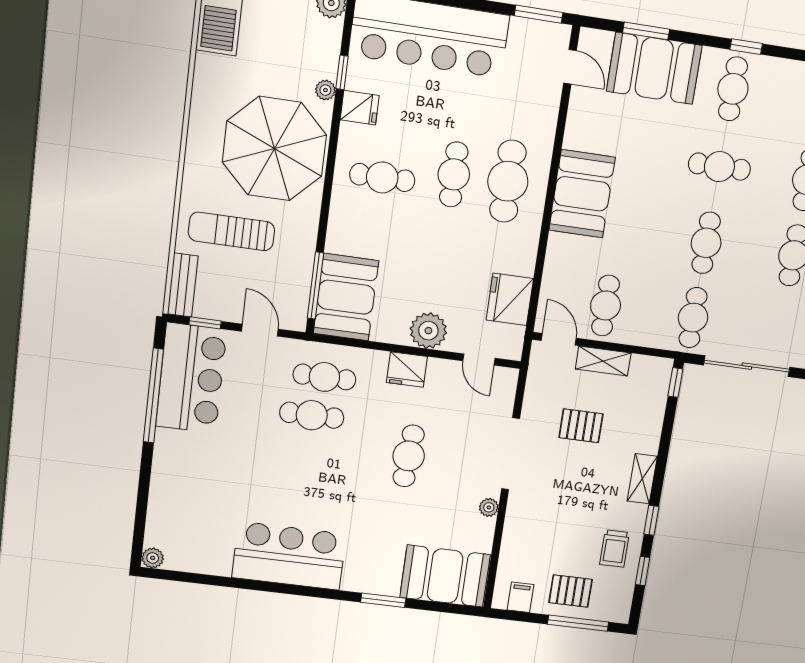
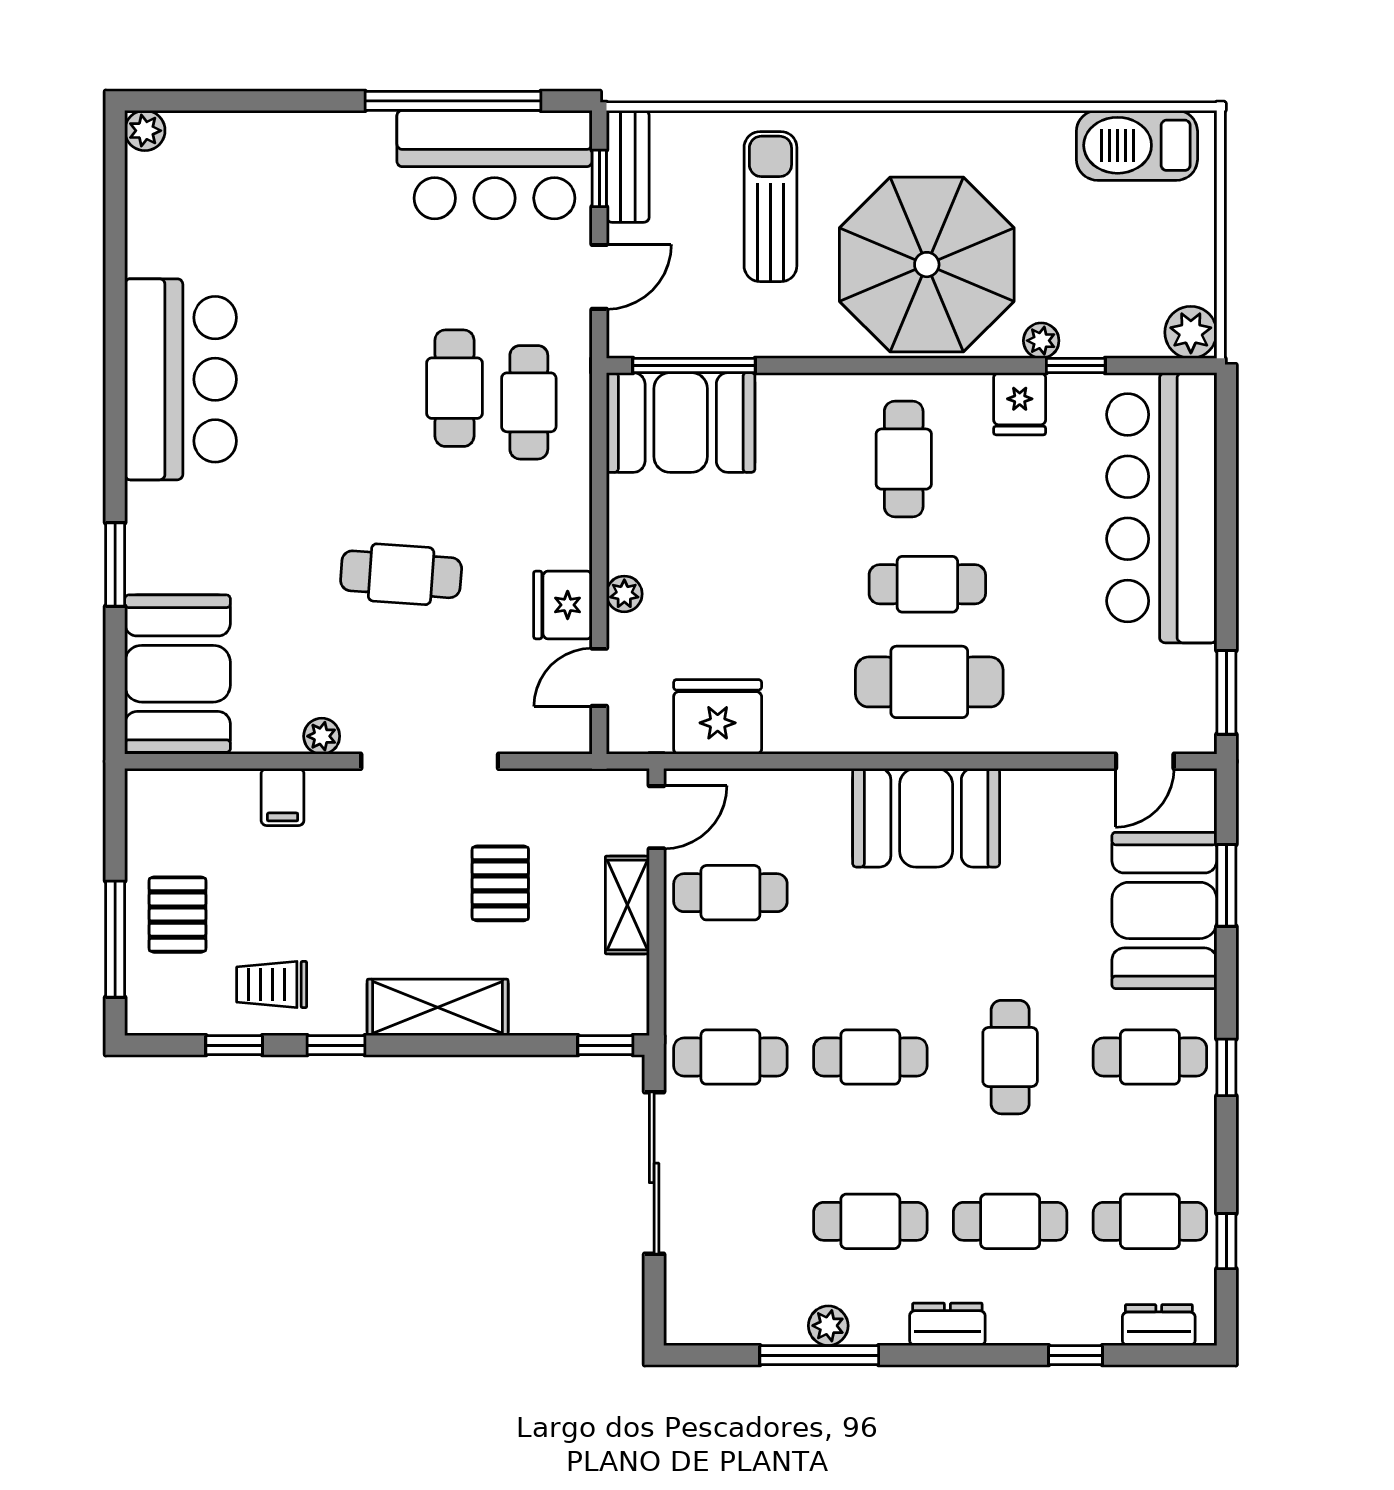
bench: (183, 285) -> (628, 166), moved, turned 90
plant: (428, 331) -> (624, 594), width x0.53, depth x0.53
fridge: (407, 370) -> (563, 605), moved
shelving: (642, 479) -> (438, 1007), width x1.50, depth x1.33
filing cabinet: (520, 597) -> (283, 797), moved, turned 90

